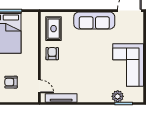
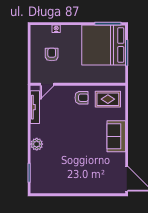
sofa: (94, 21) -> (116, 136), width x0.73
corner sofa: (128, 65) -> (70, 177), removed
plant: (118, 96) -> (37, 144), moved

